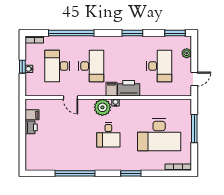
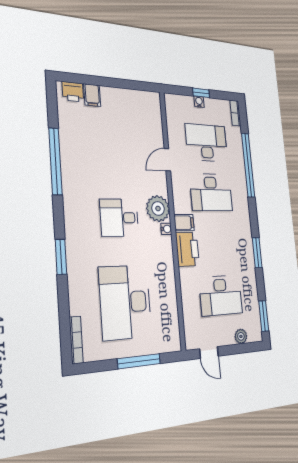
filing cabinet: (32, 115) -> (92, 95), moved
printer: (31, 127) -> (73, 92), moved

